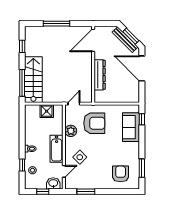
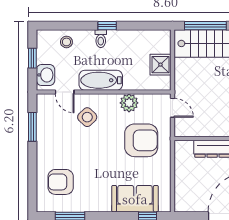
armchair: (94, 123) -> (141, 140), turned -90
window: (22, 165) -> (107, 26), moved
armchair: (121, 174) -> (61, 182), turned 180

